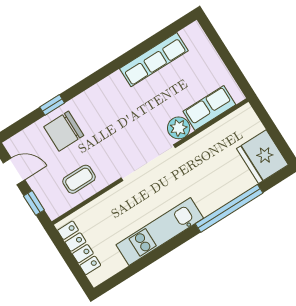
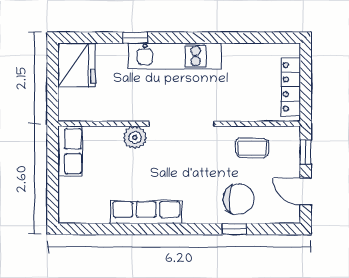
row of seats: (154, 60) -> (146, 212), moved
row of seats: (209, 108) -> (70, 151), moved, turned -90
window: (229, 208) -> (135, 38), width x0.32
kitchen unit: (160, 232) -> (174, 56), moved

